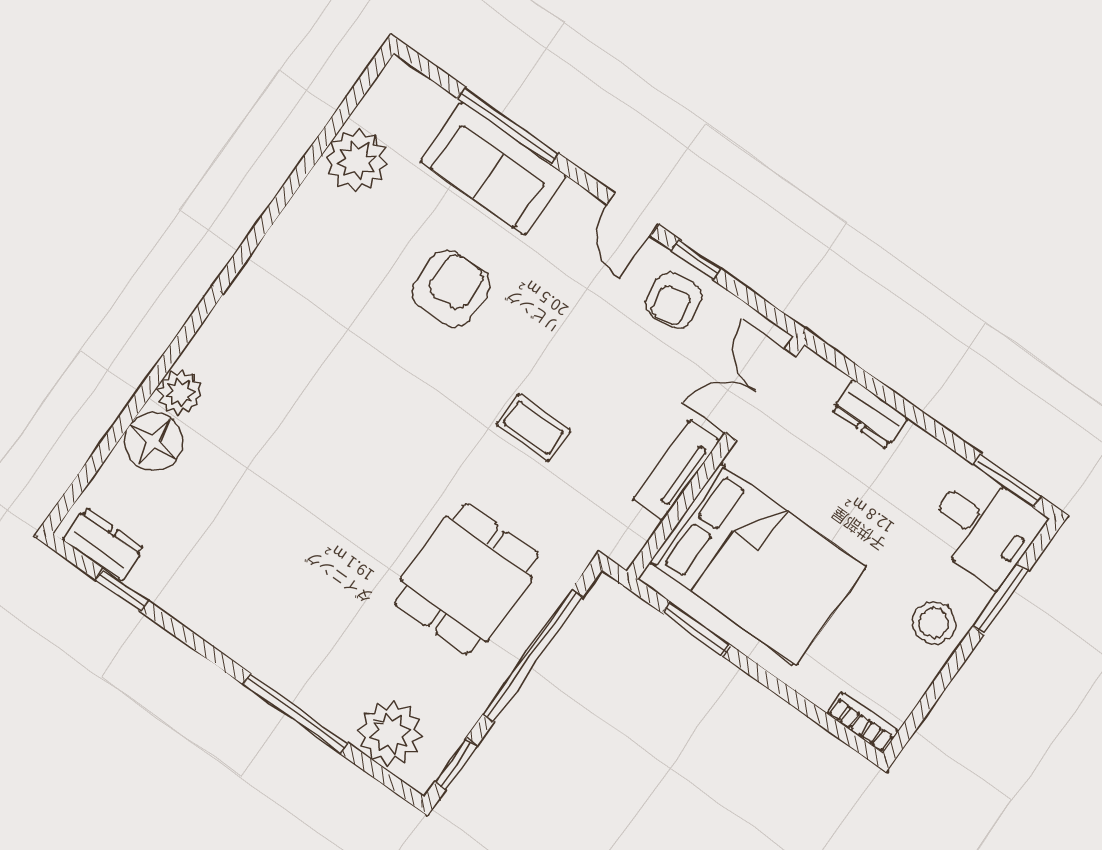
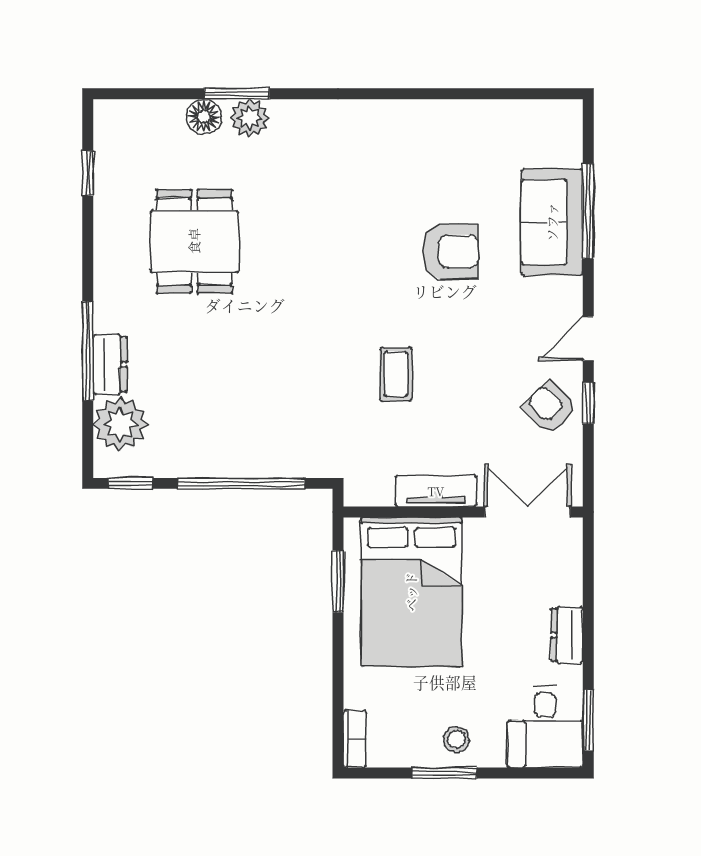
plant: (357, 160) -> (492, 126), removed
armchair: (673, 300) -> (550, 408), turned 56
window: (147, 388) -> (237, 94), added
dresser: (870, 414) -> (567, 635), moved
floor lamp: (153, 441) -> (204, 117), width x0.73, depth x0.73
dresser: (103, 544) -> (110, 364), moved
dining table: (467, 579) -> (194, 241), moved, turned 90
window: (1001, 599) -> (445, 773), moved
stool: (934, 623) -> (456, 739), width x0.73, depth x0.73

